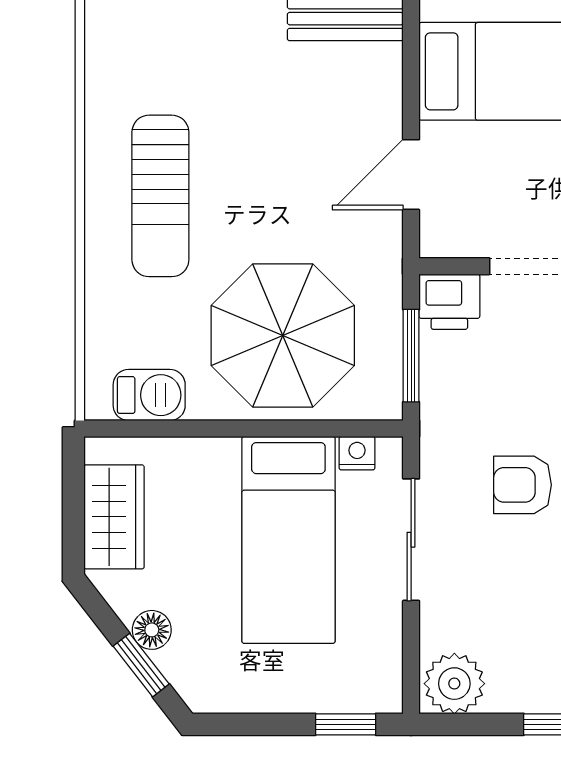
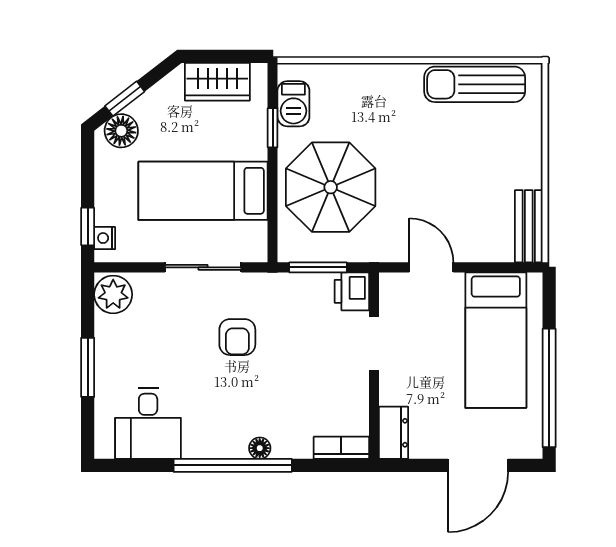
sun lounger: (160, 196) -> (475, 84), moved
window: (188, 428) -> (273, 128), added
nightstand: (357, 453) -> (105, 238), moved, turned 180
armchair: (523, 485) -> (237, 337), turned 180
floor lamp: (152, 630) -> (121, 131), moved, width x1.37, depth x1.37

